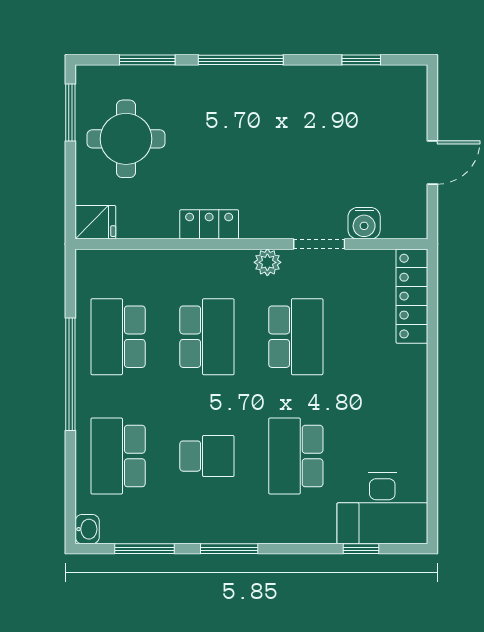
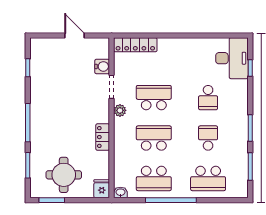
school desk: (296, 456) -> (208, 98), width x0.54
washbasin: (87, 529) -> (120, 193), moved

